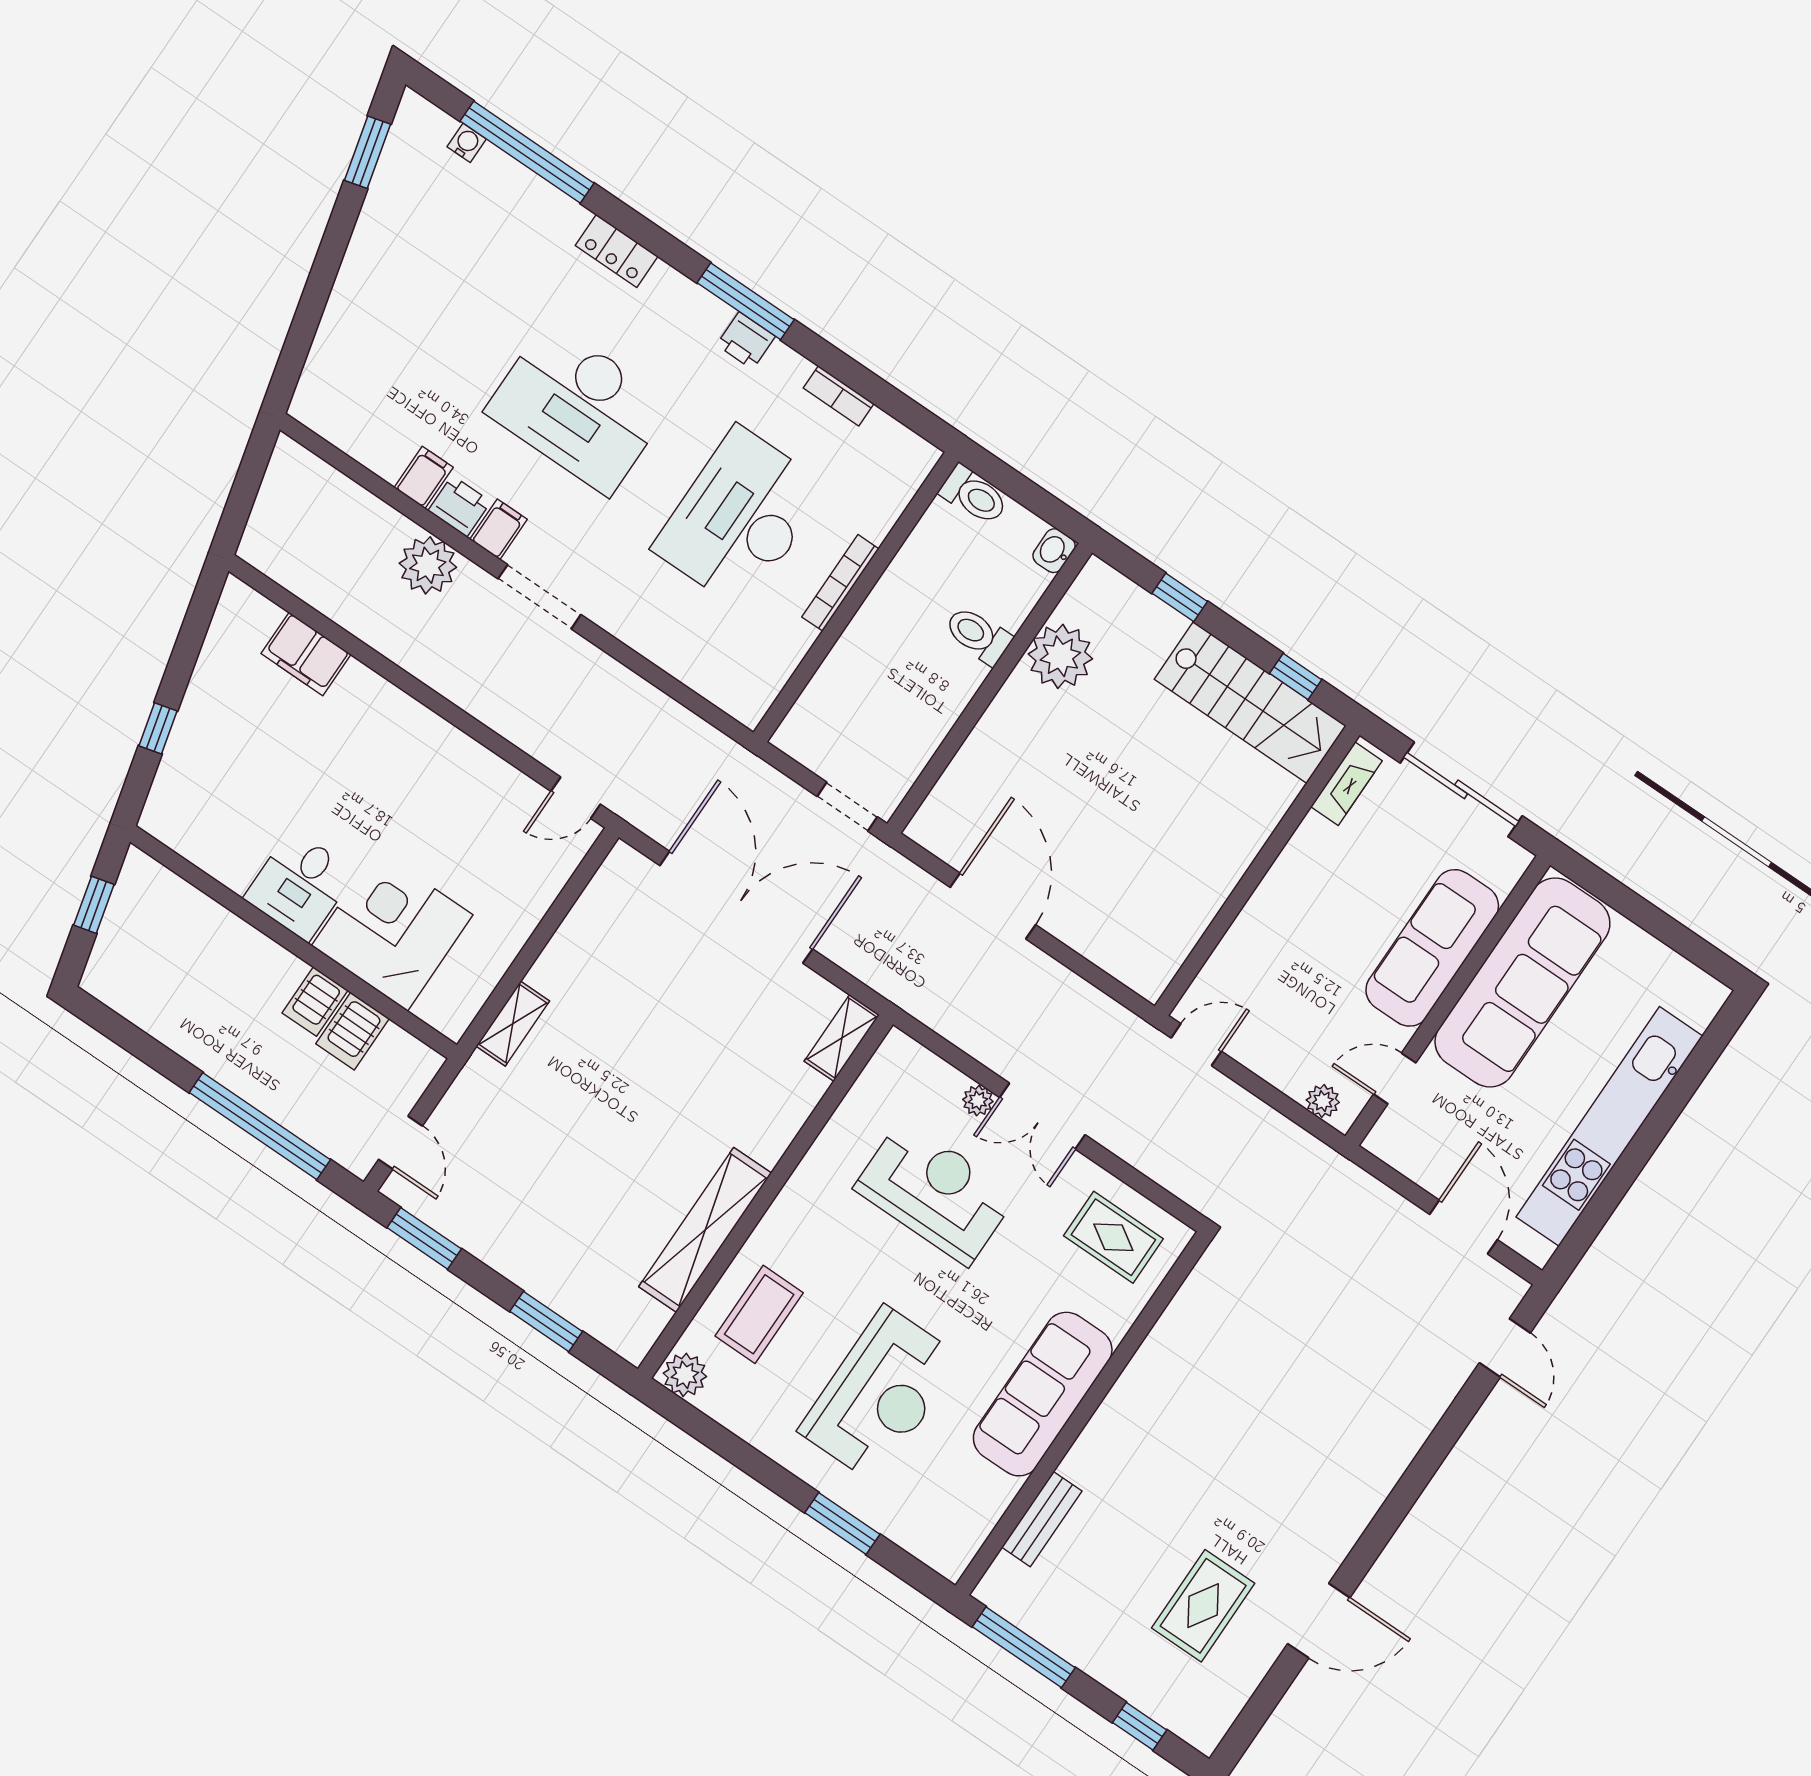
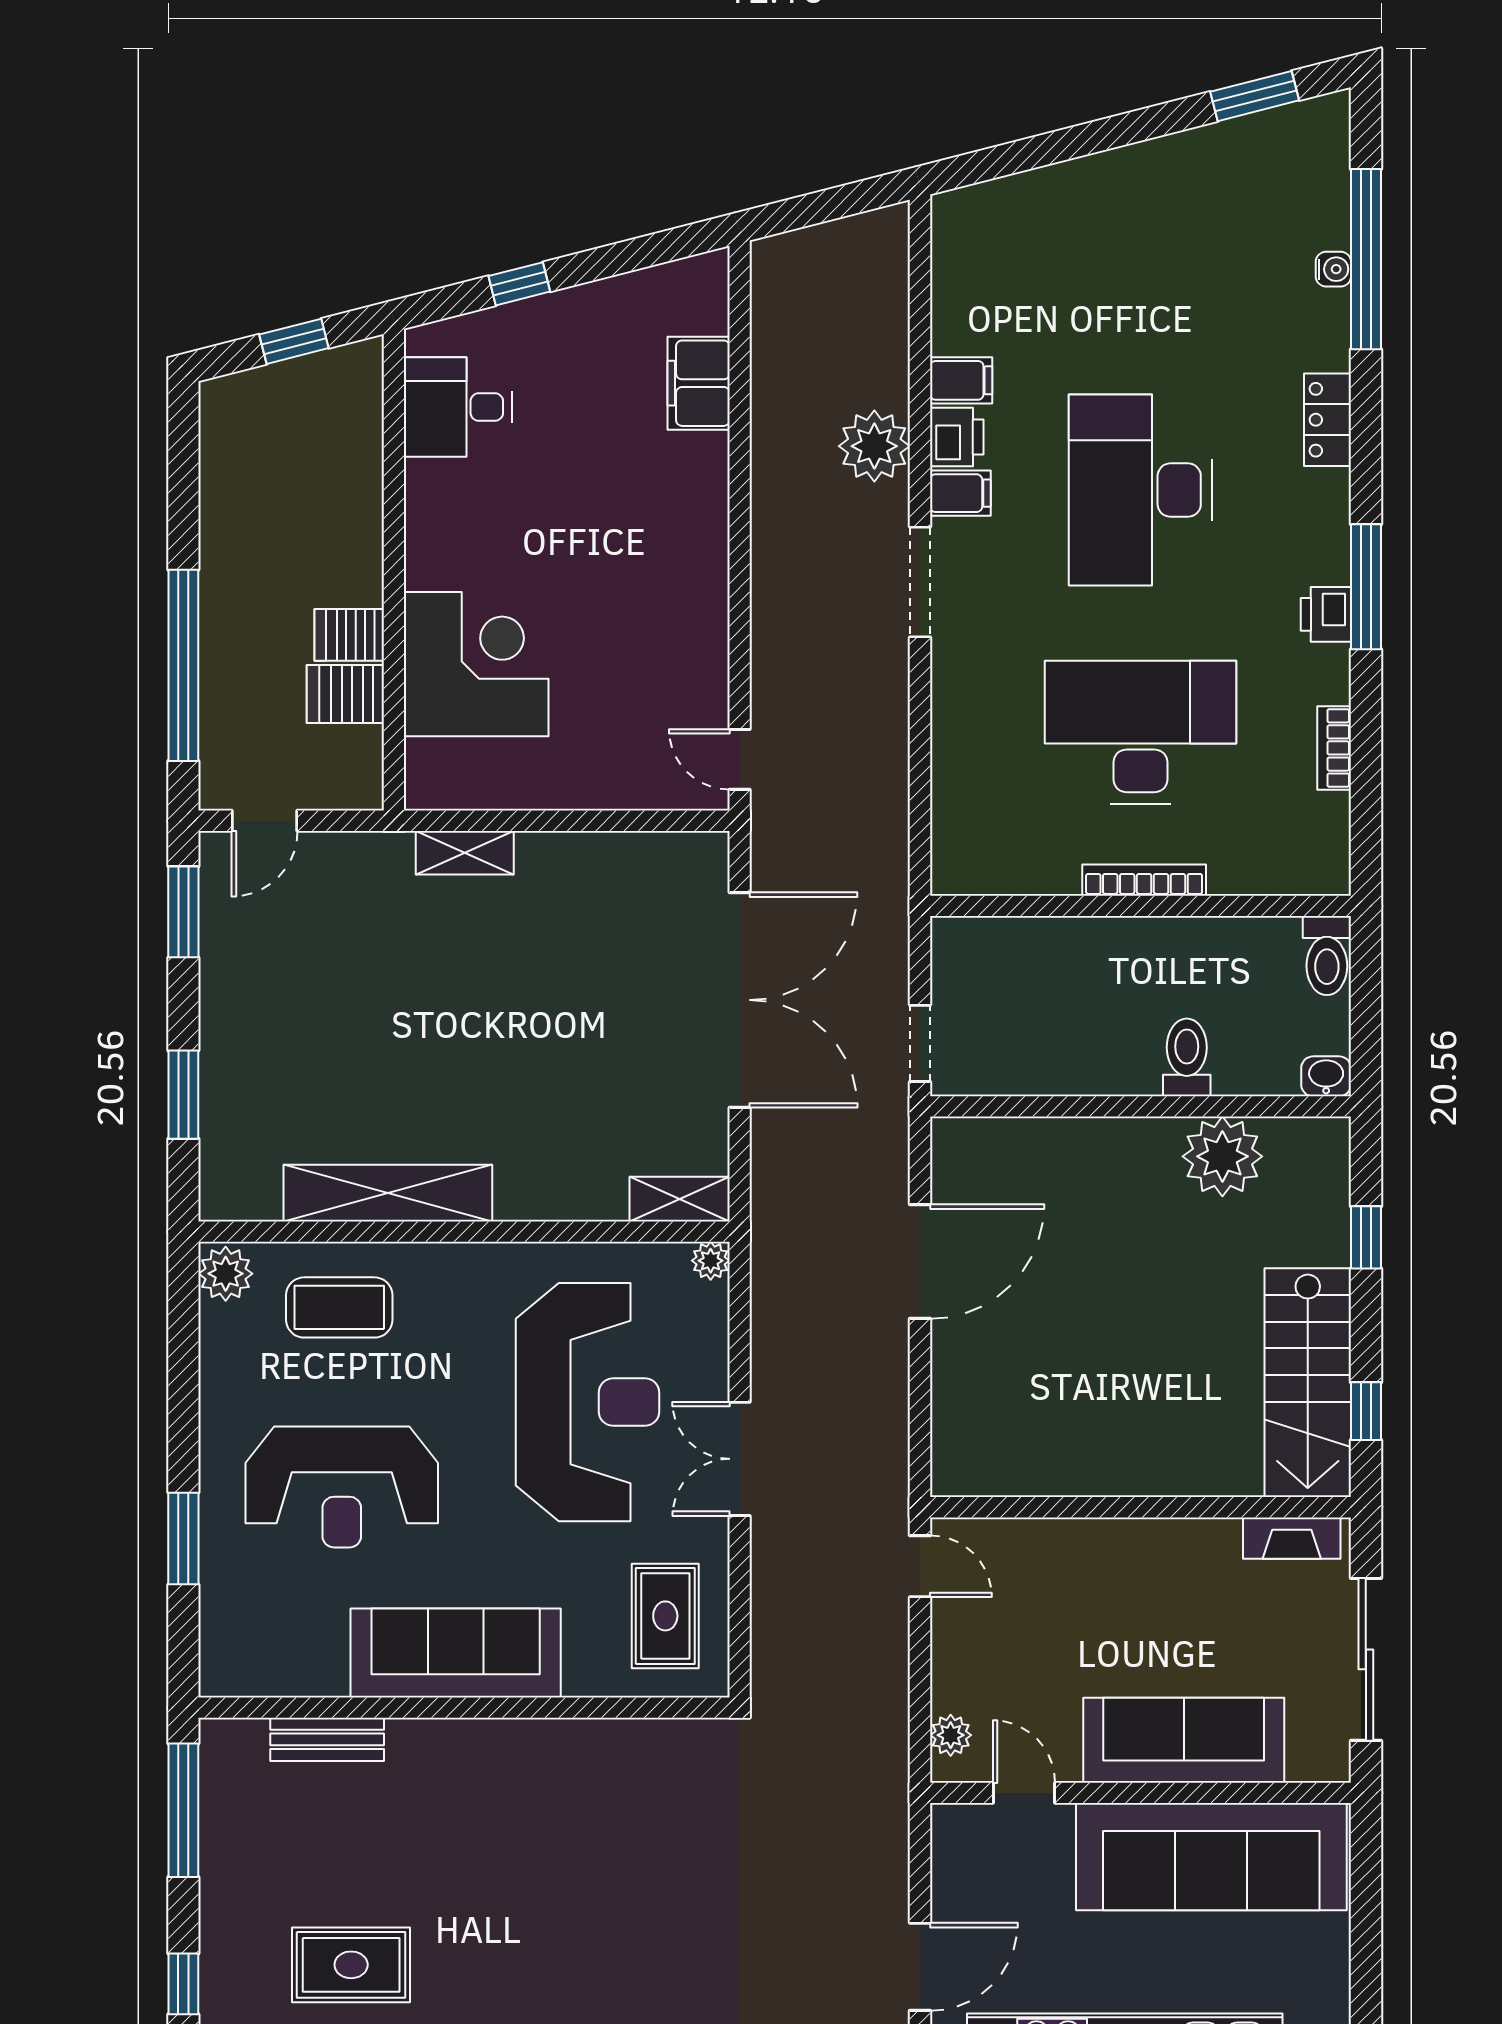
water cooler: (467, 143) -> (1333, 269), moved
desk: (300, 885) -> (458, 407), moved
plant: (978, 1101) -> (711, 1261), moved
reception desk: (935, 1192) -> (587, 1402), width x1.36, depth x1.30

